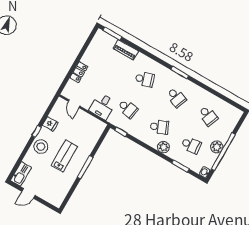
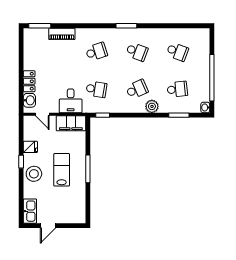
washbasin: (70, 87) -> (29, 100), added
filing cabinet: (93, 124) -> (71, 123), added
plant: (217, 147) -> (203, 77), removed

